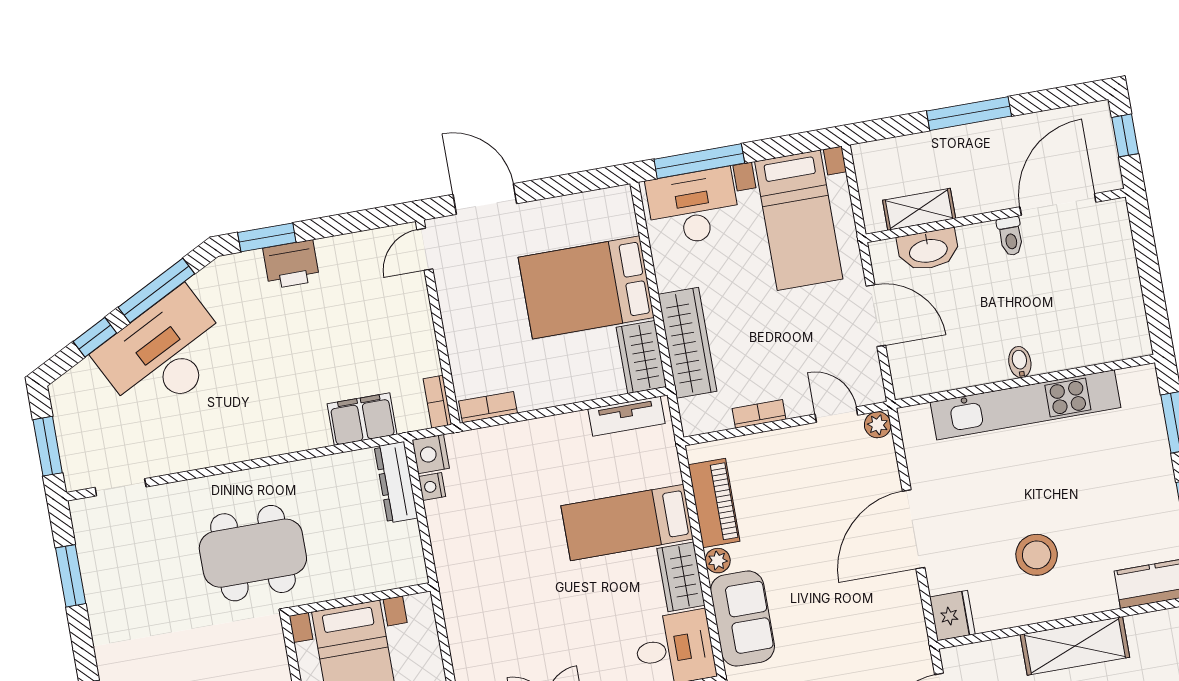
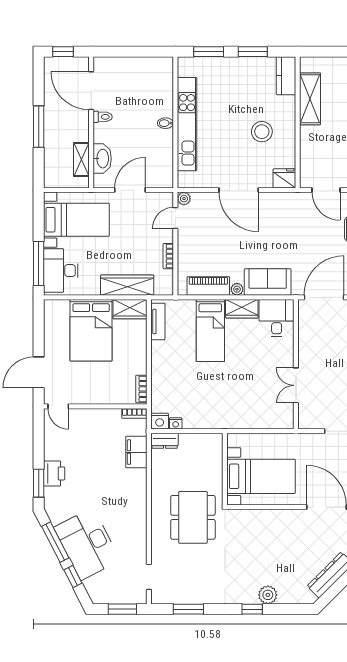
dresser: (396, 482) -> (165, 441), width x0.70
shelving: (1075, 646) -> (310, 99), moved

